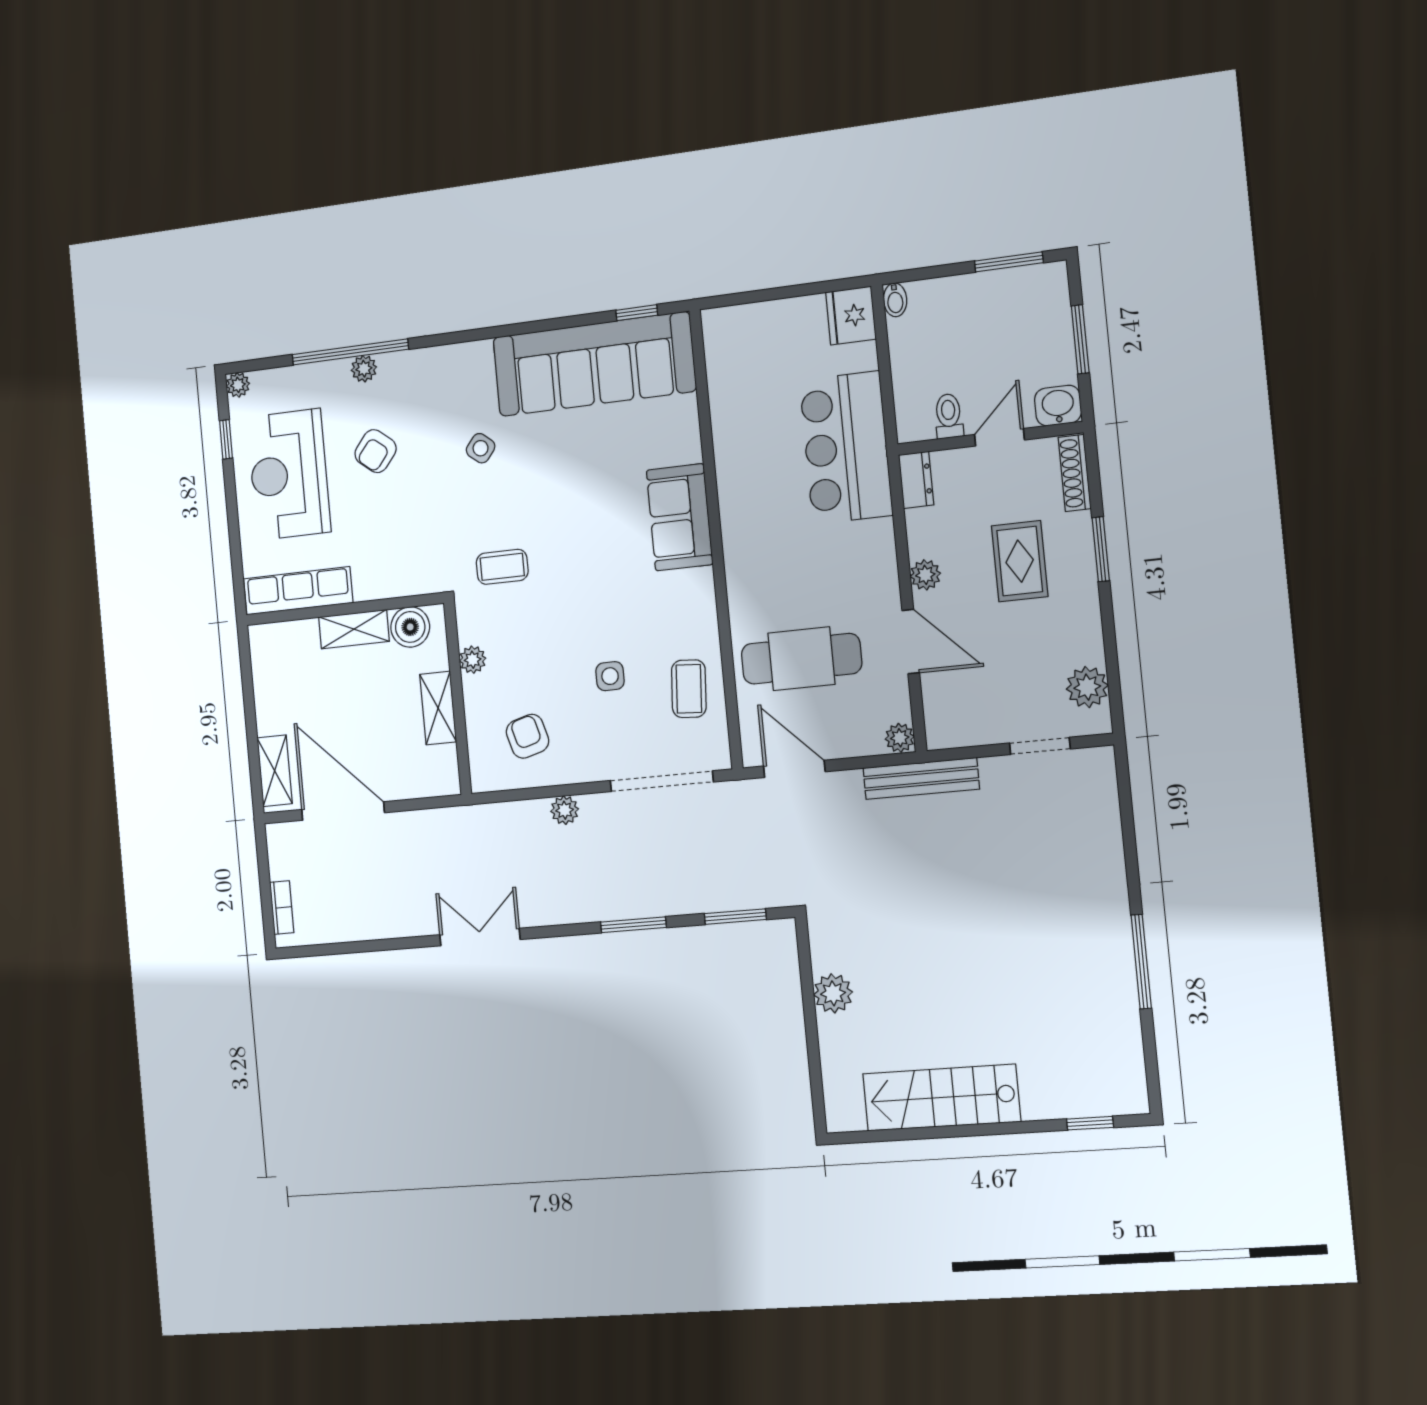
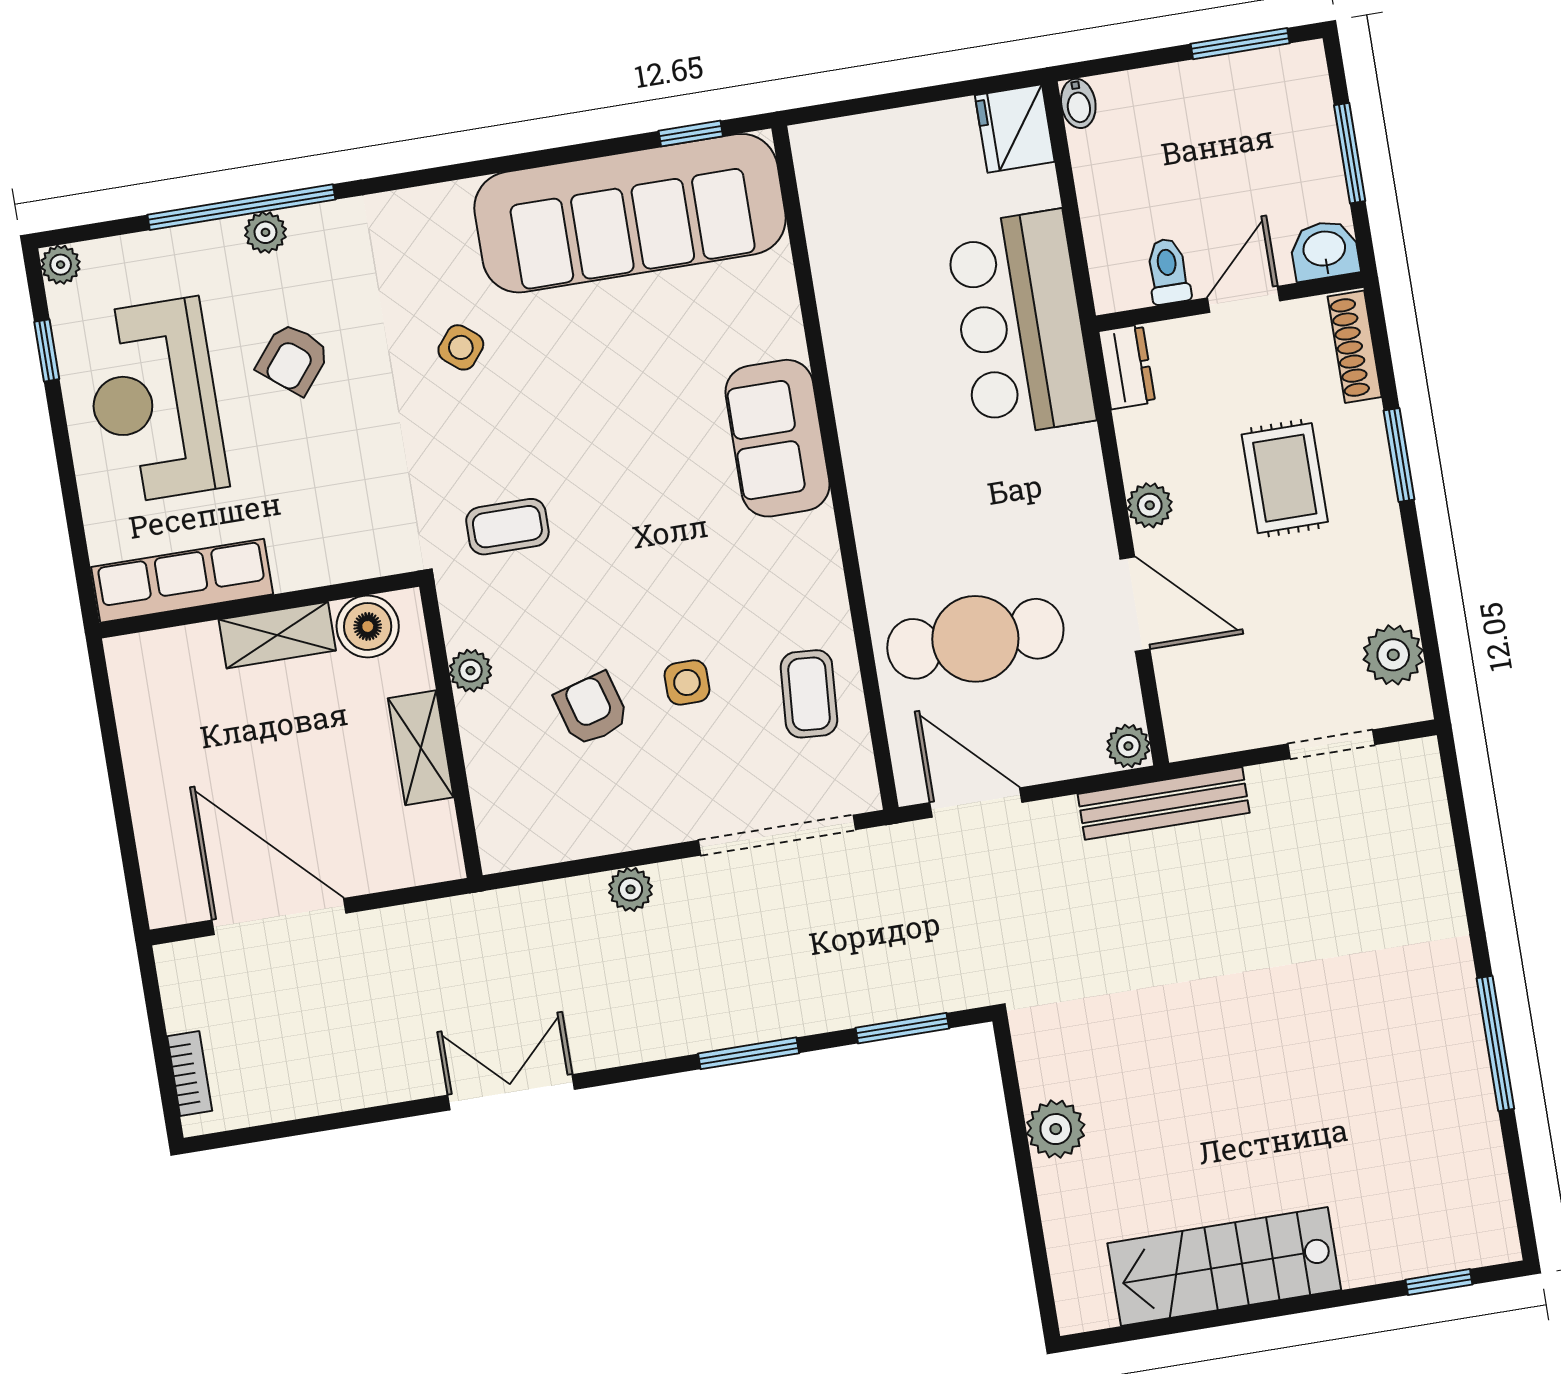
armchair: (528, 736) -> (592, 709), moved
shelving: (275, 771) -> (163, 862), removed

